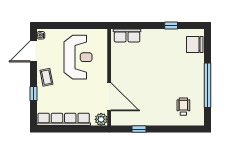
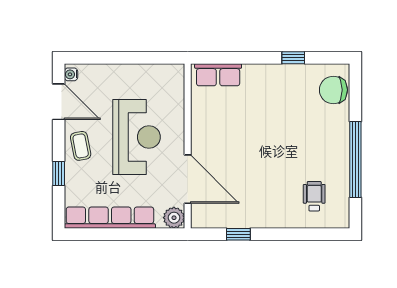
door: (34, 51) -> (59, 102), swing flipped
reception desk: (78, 57) -> (137, 137), moved

